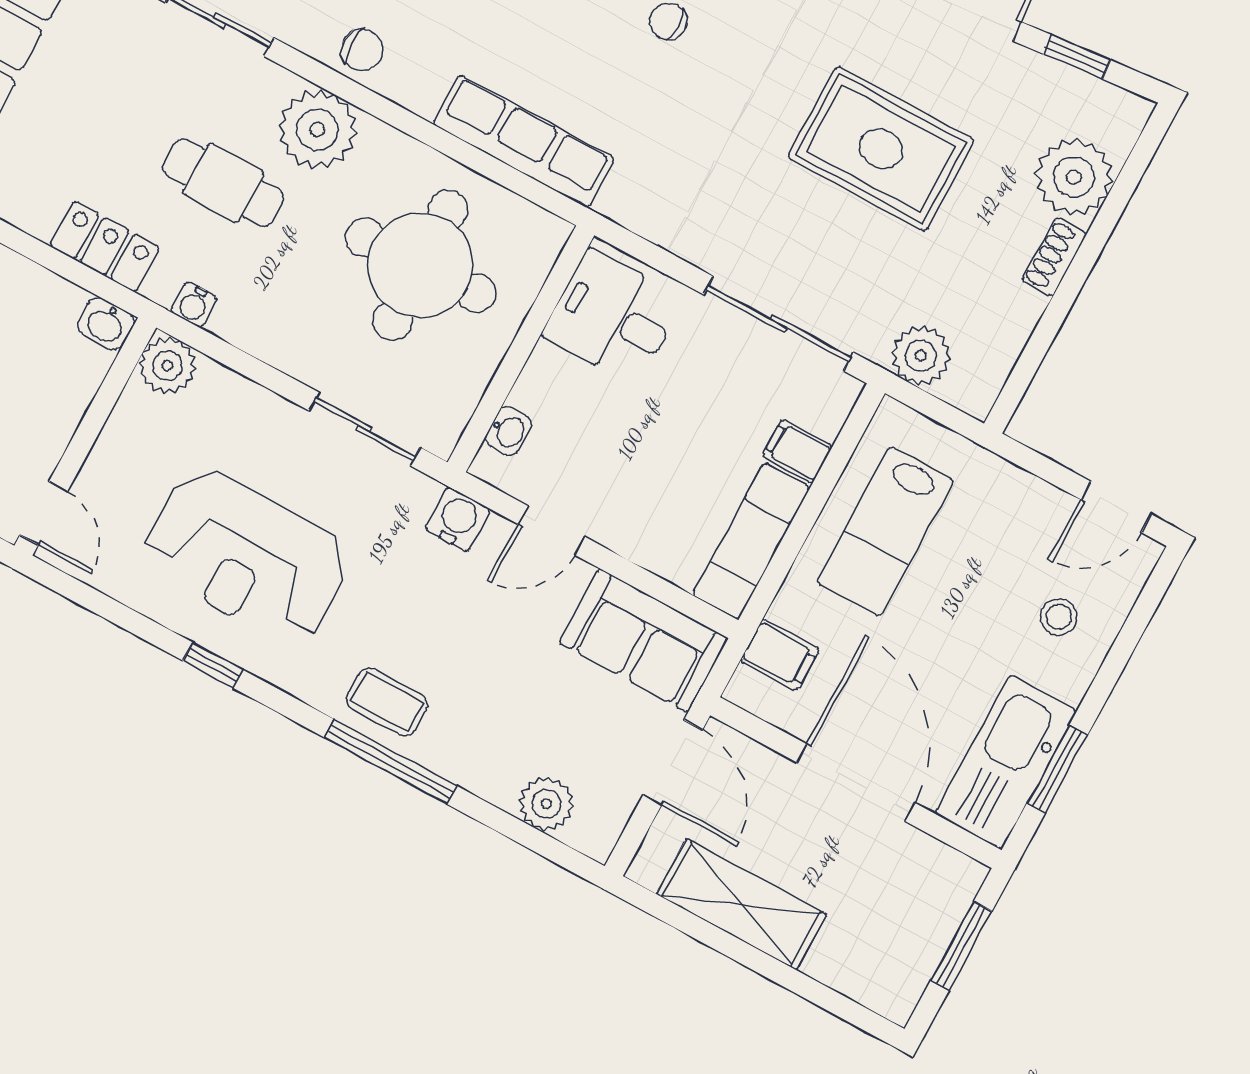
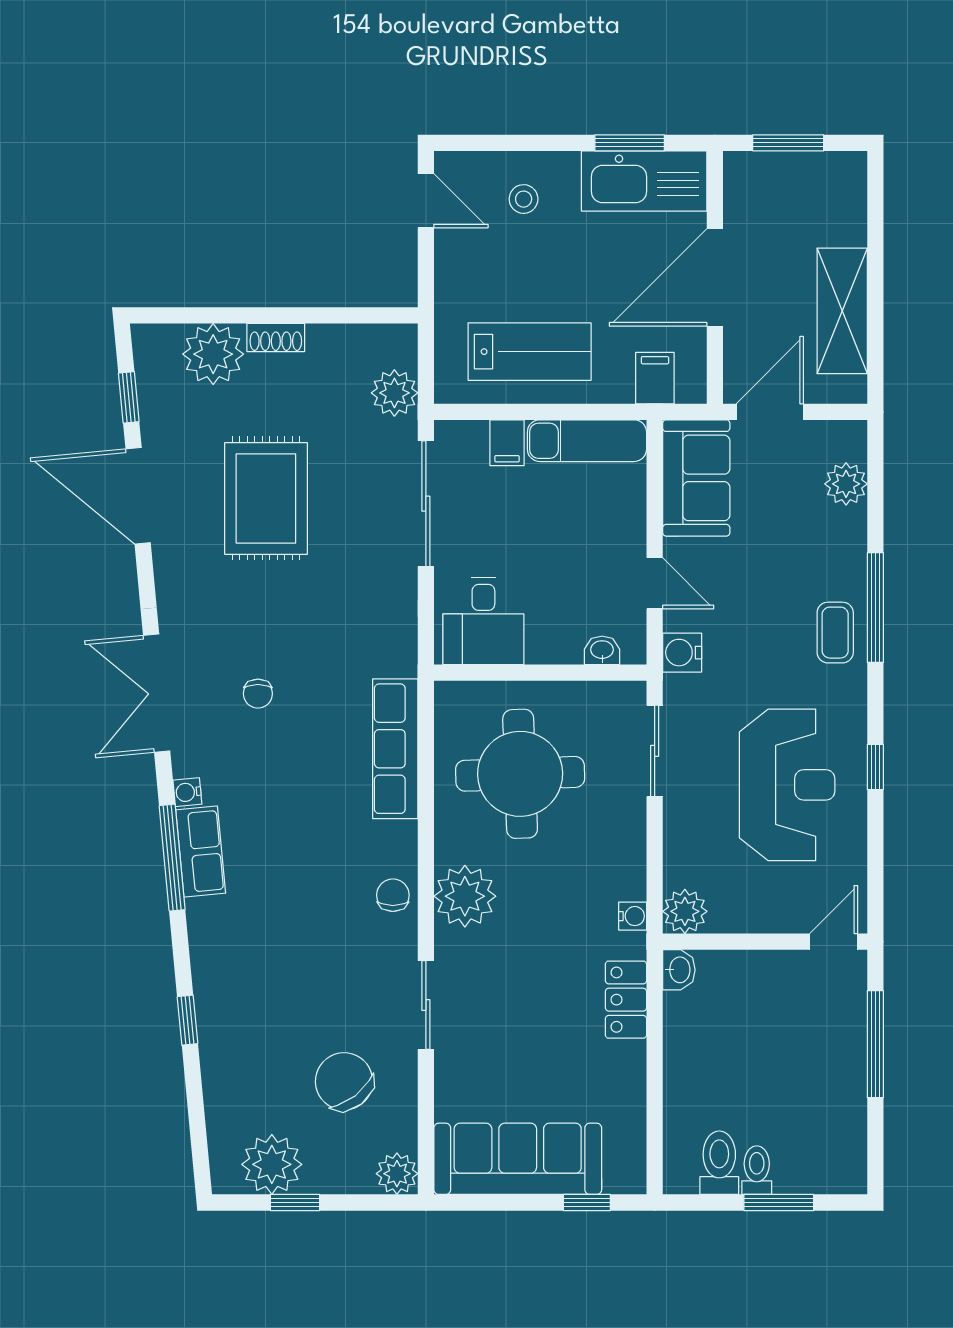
cafe table: (223, 183) -> (537, 941), removed

